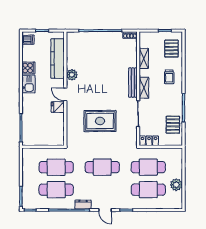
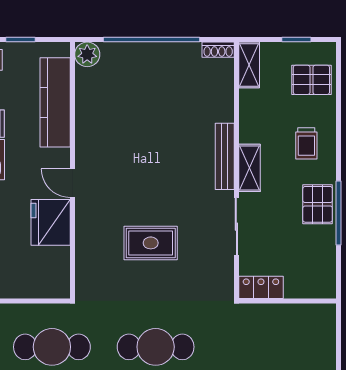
pallet: (171, 49) -> (311, 80), turned 90
shelving: (144, 58) -> (249, 65), moved
plant: (72, 75) -> (87, 54), moved
fridge: (58, 107) -> (51, 222), width x1.88, depth x1.34
rug: (100, 121) -> (151, 243), width x0.73, depth x0.70
pallet: (173, 125) -> (318, 204), moved
cafe table: (148, 167) -> (259, 347), removed

